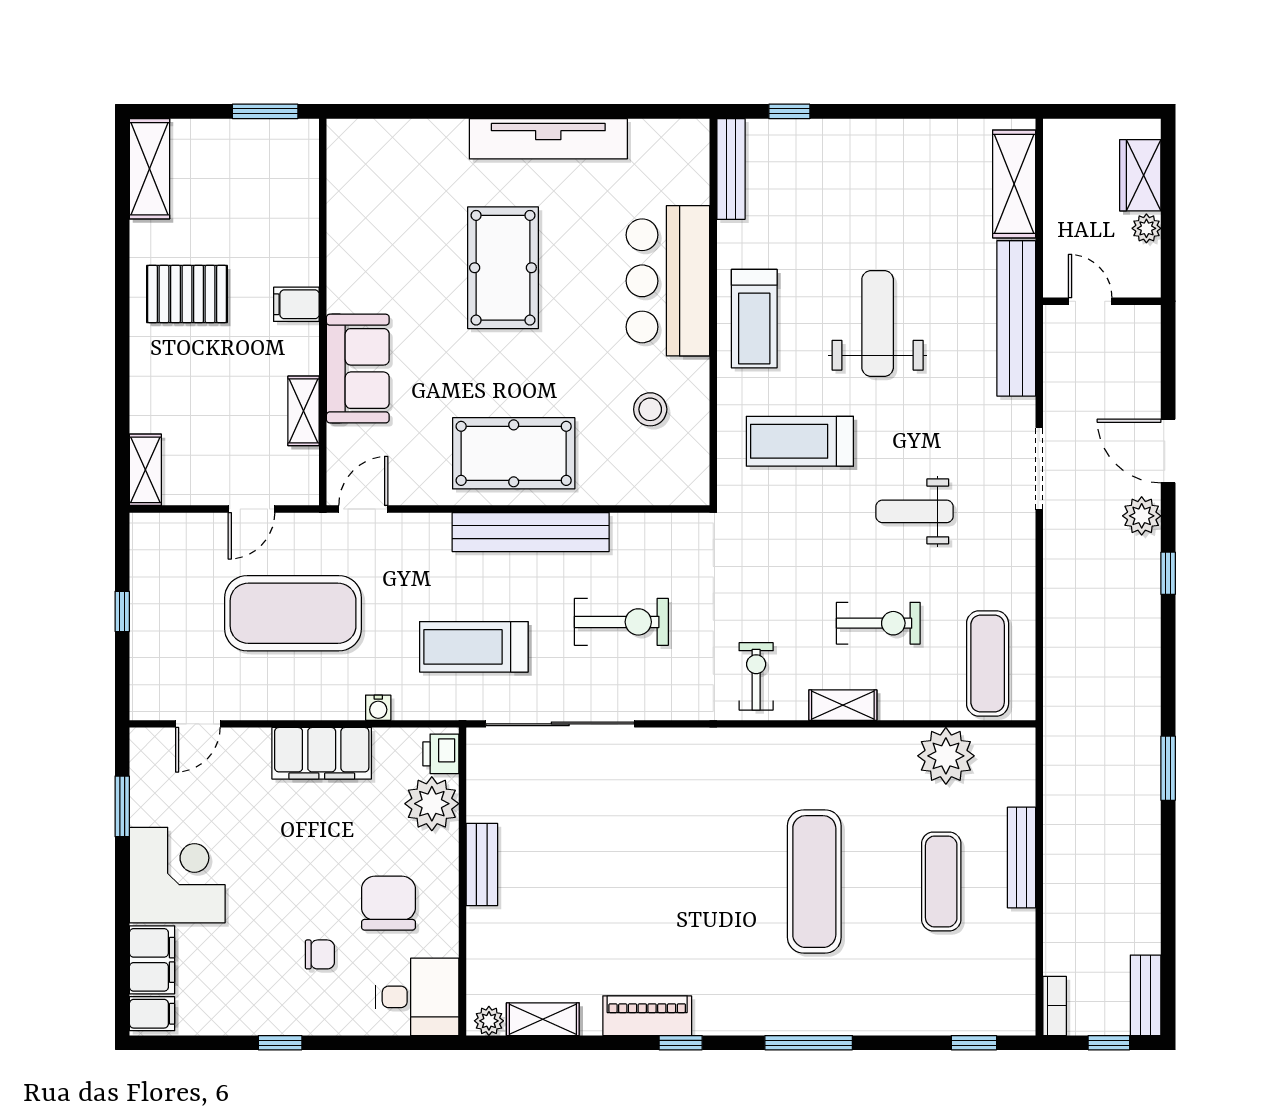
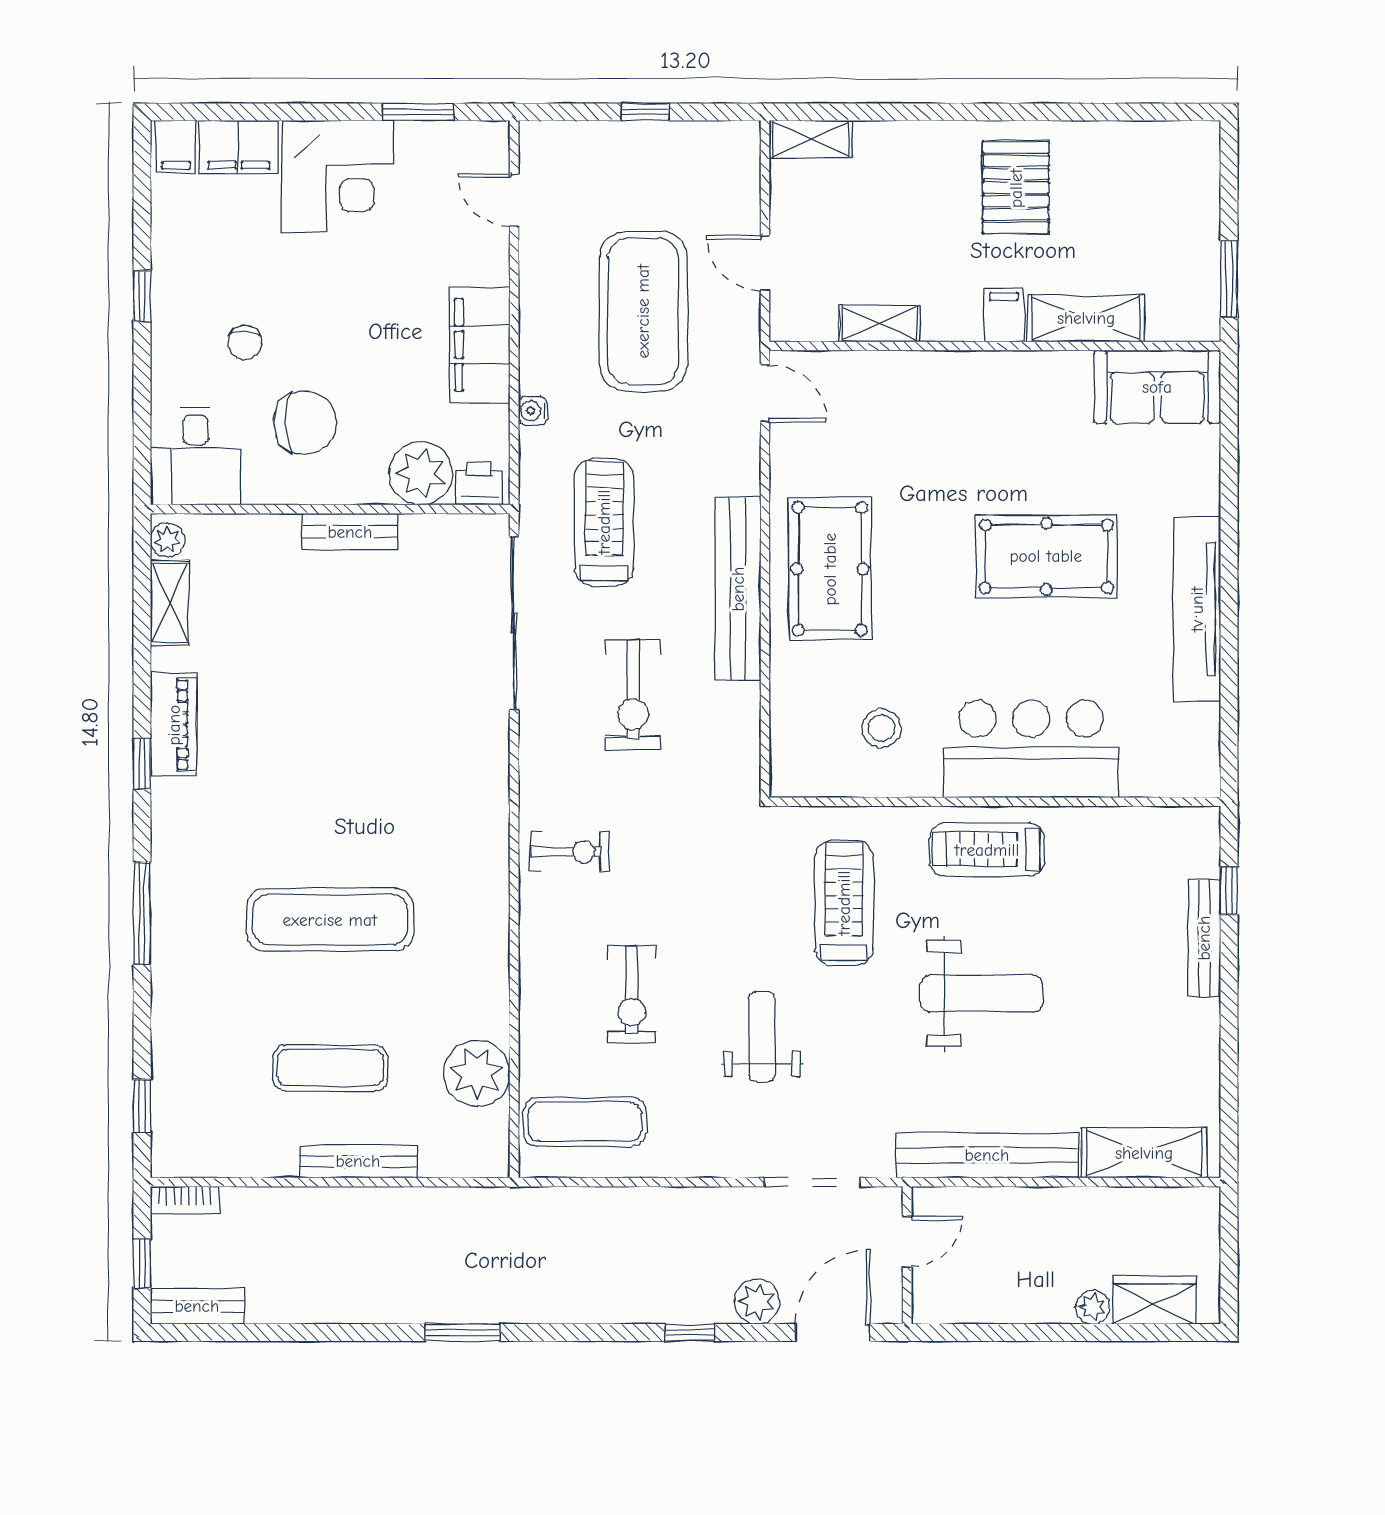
shelving: (149, 169) -> (1086, 318), moved
bench: (731, 169) -> (1204, 938), moved, turned 90
door: (1090, 301) -> (907, 1242), moved
wall: (1102, 301) -> (907, 1255), moved
sofa: (358, 369) -> (1157, 387), moved
shelving: (843, 705) -> (536, 953), removed

